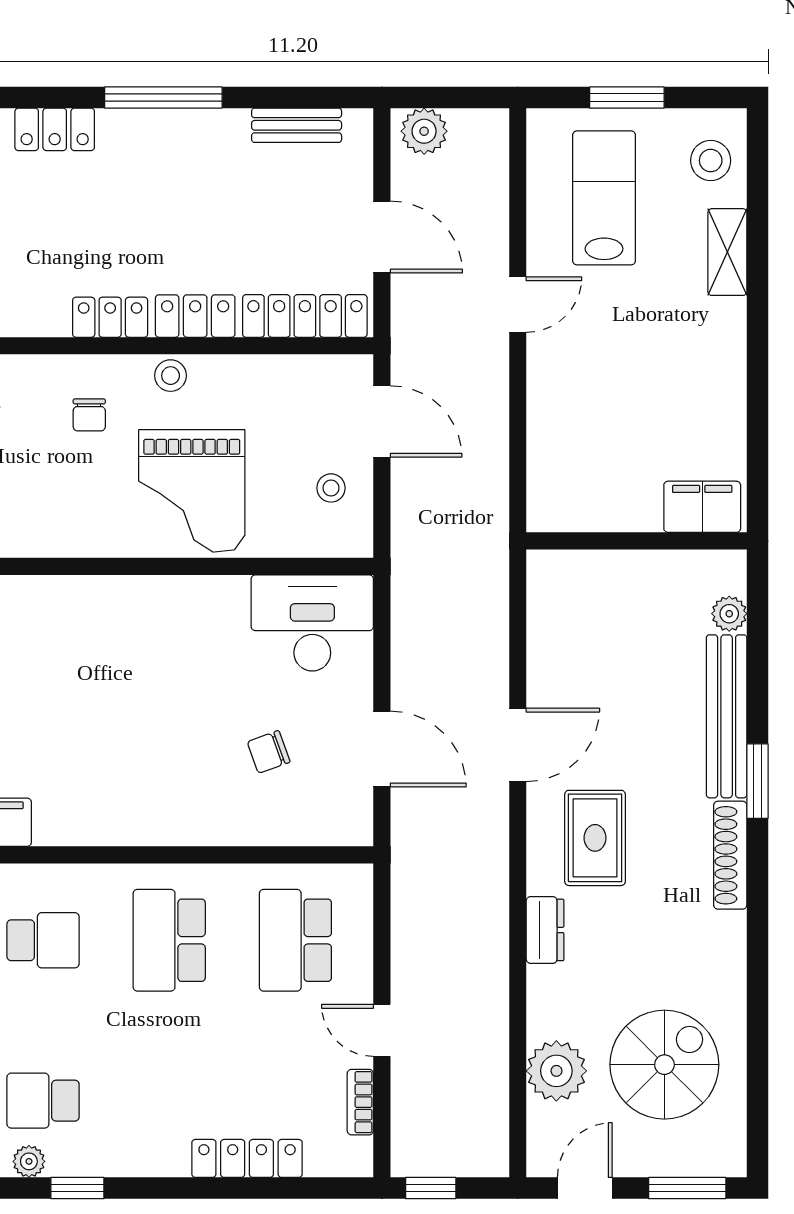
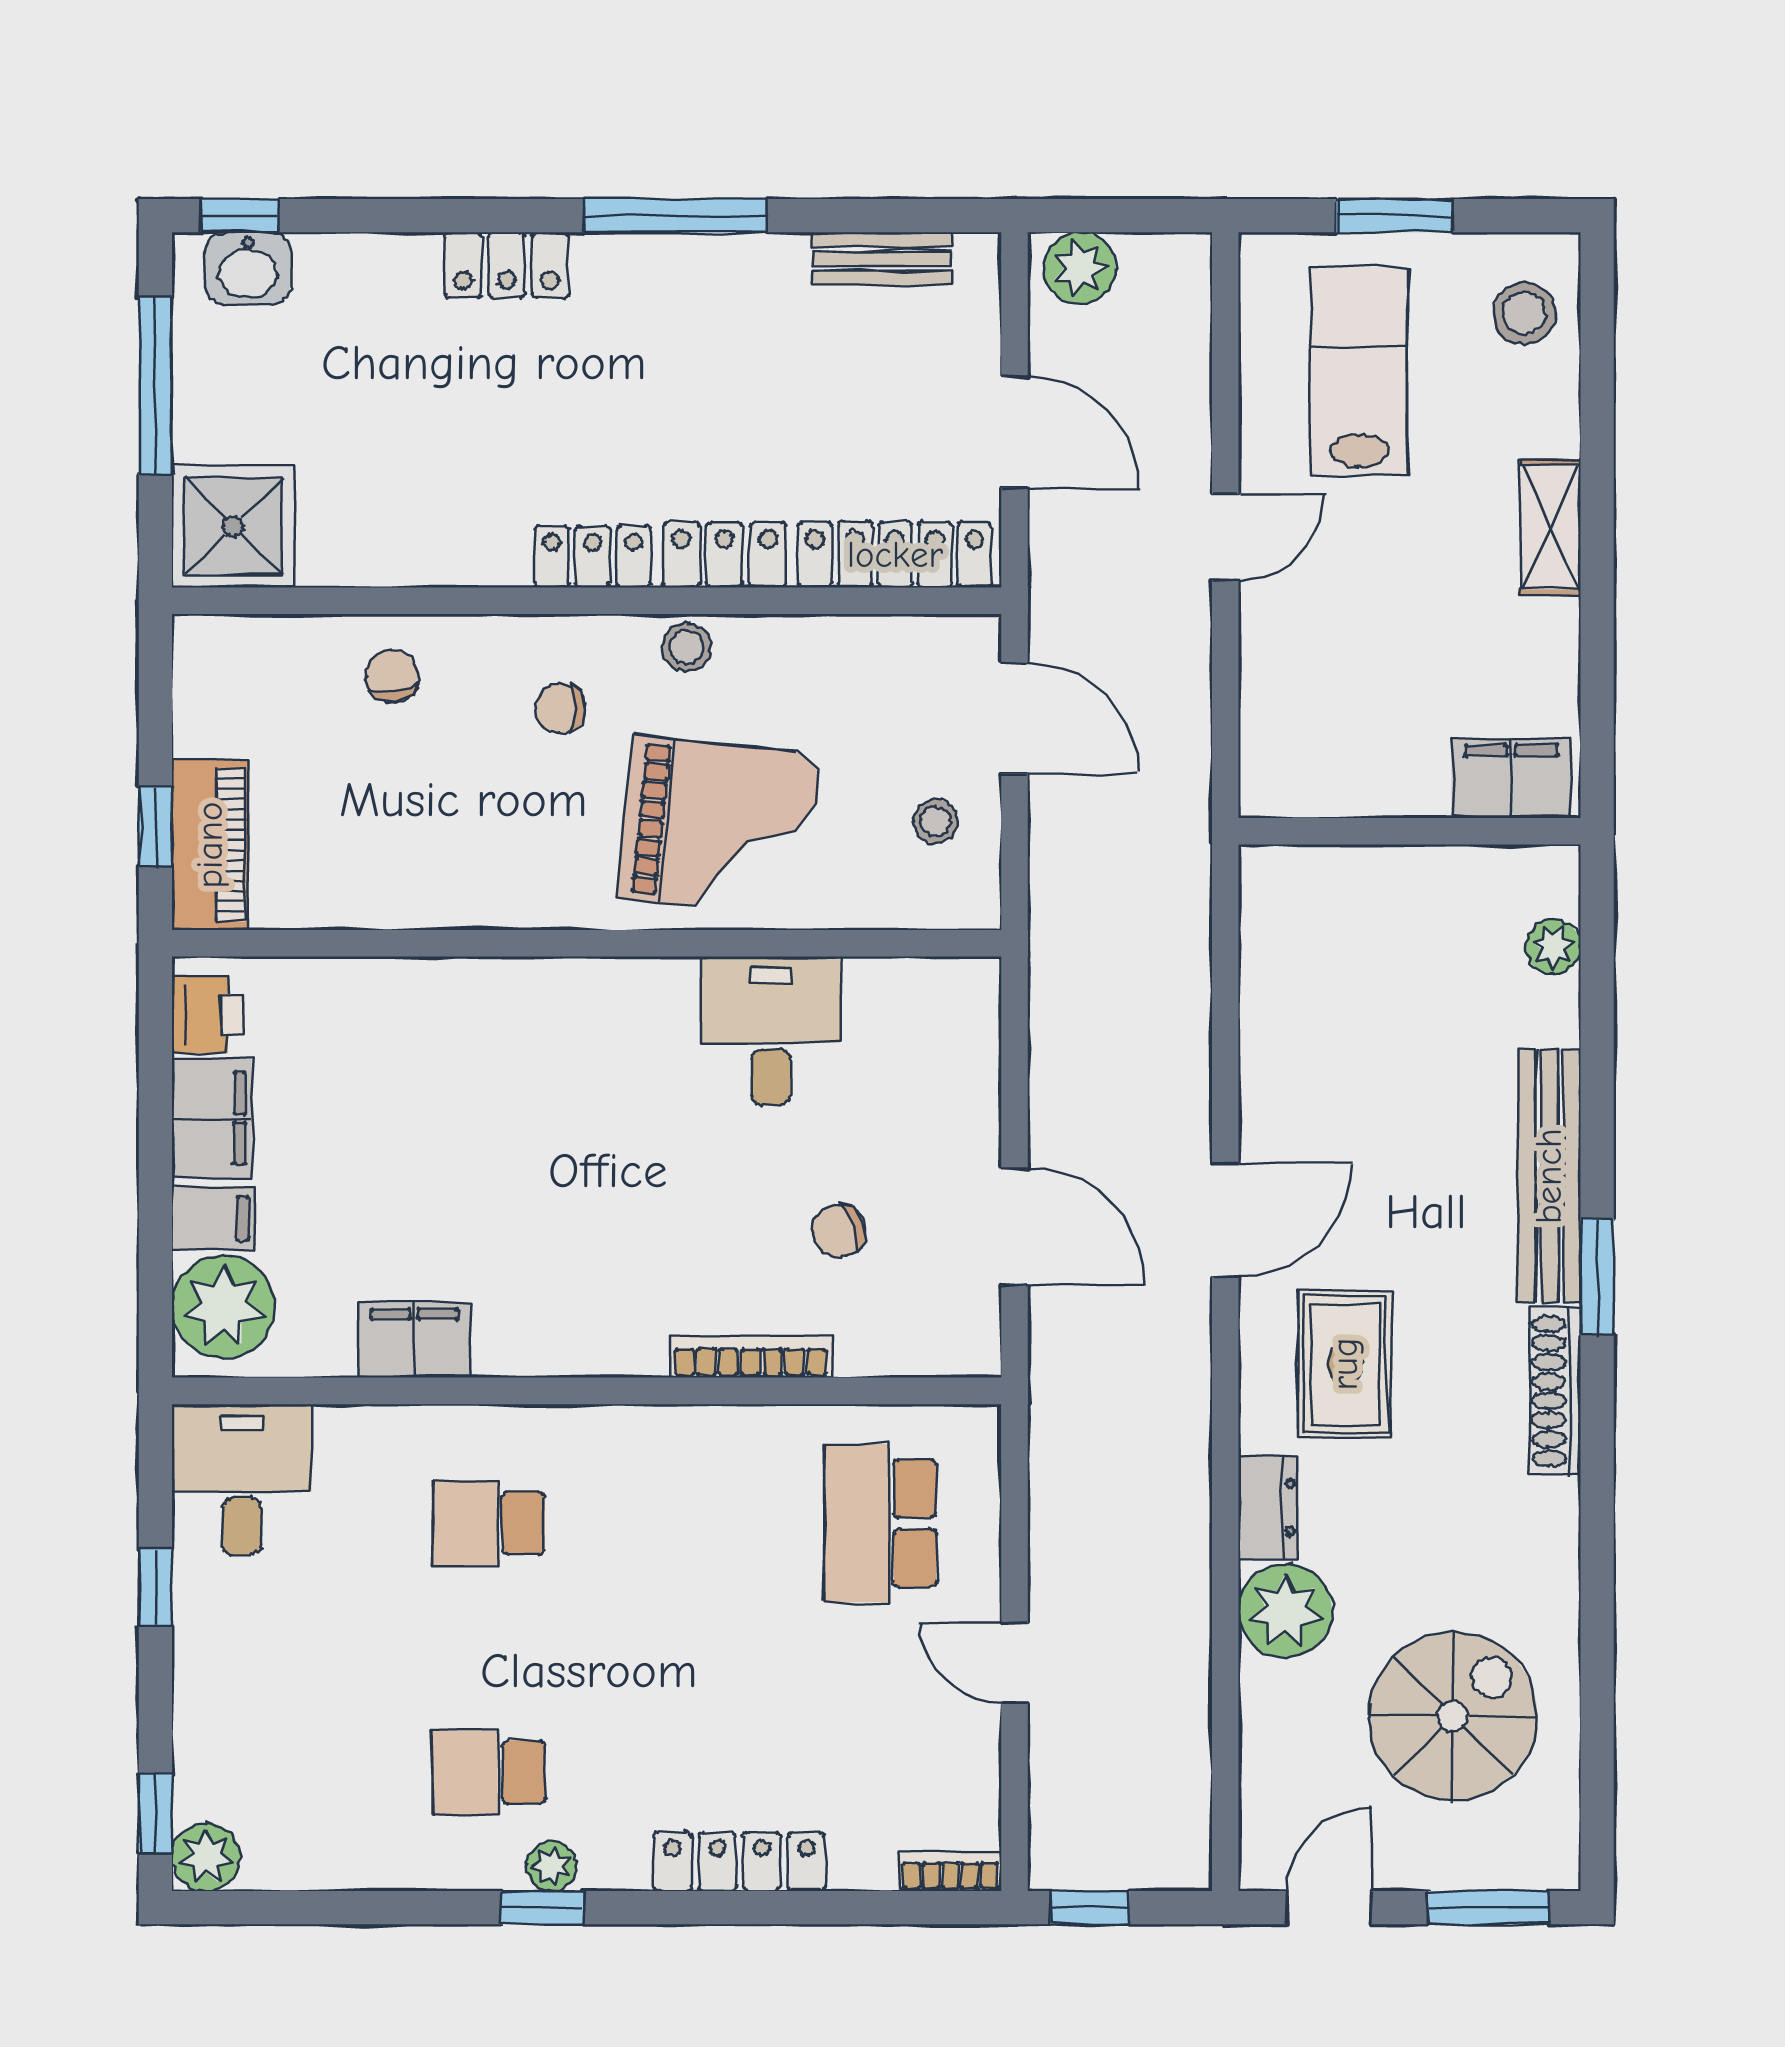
shelving: (727, 252) -> (1550, 527), moved
chair: (89, 415) -> (560, 708), turned 90
grand piano: (192, 491) -> (719, 826), turned -84
filing cabinet: (702, 507) -> (1511, 778), moved
wall: (637, 541) -> (1410, 831), moved
plant: (729, 614) -> (1553, 947), moved
desk: (312, 623) -> (771, 1031), moved, width x0.73
bookcase: (212, 833) -> (751, 1357), added
school desk: (43, 940) -> (489, 1523), turned 180
school desk: (169, 940) -> (684, 1523), removed
plant: (556, 1071) -> (1285, 1611), moved
bookcase: (360, 1102) -> (950, 1871), moved, turned 90
locker: (247, 1158) -> (739, 1862), moved
plant: (29, 1161) -> (551, 1866), moved

